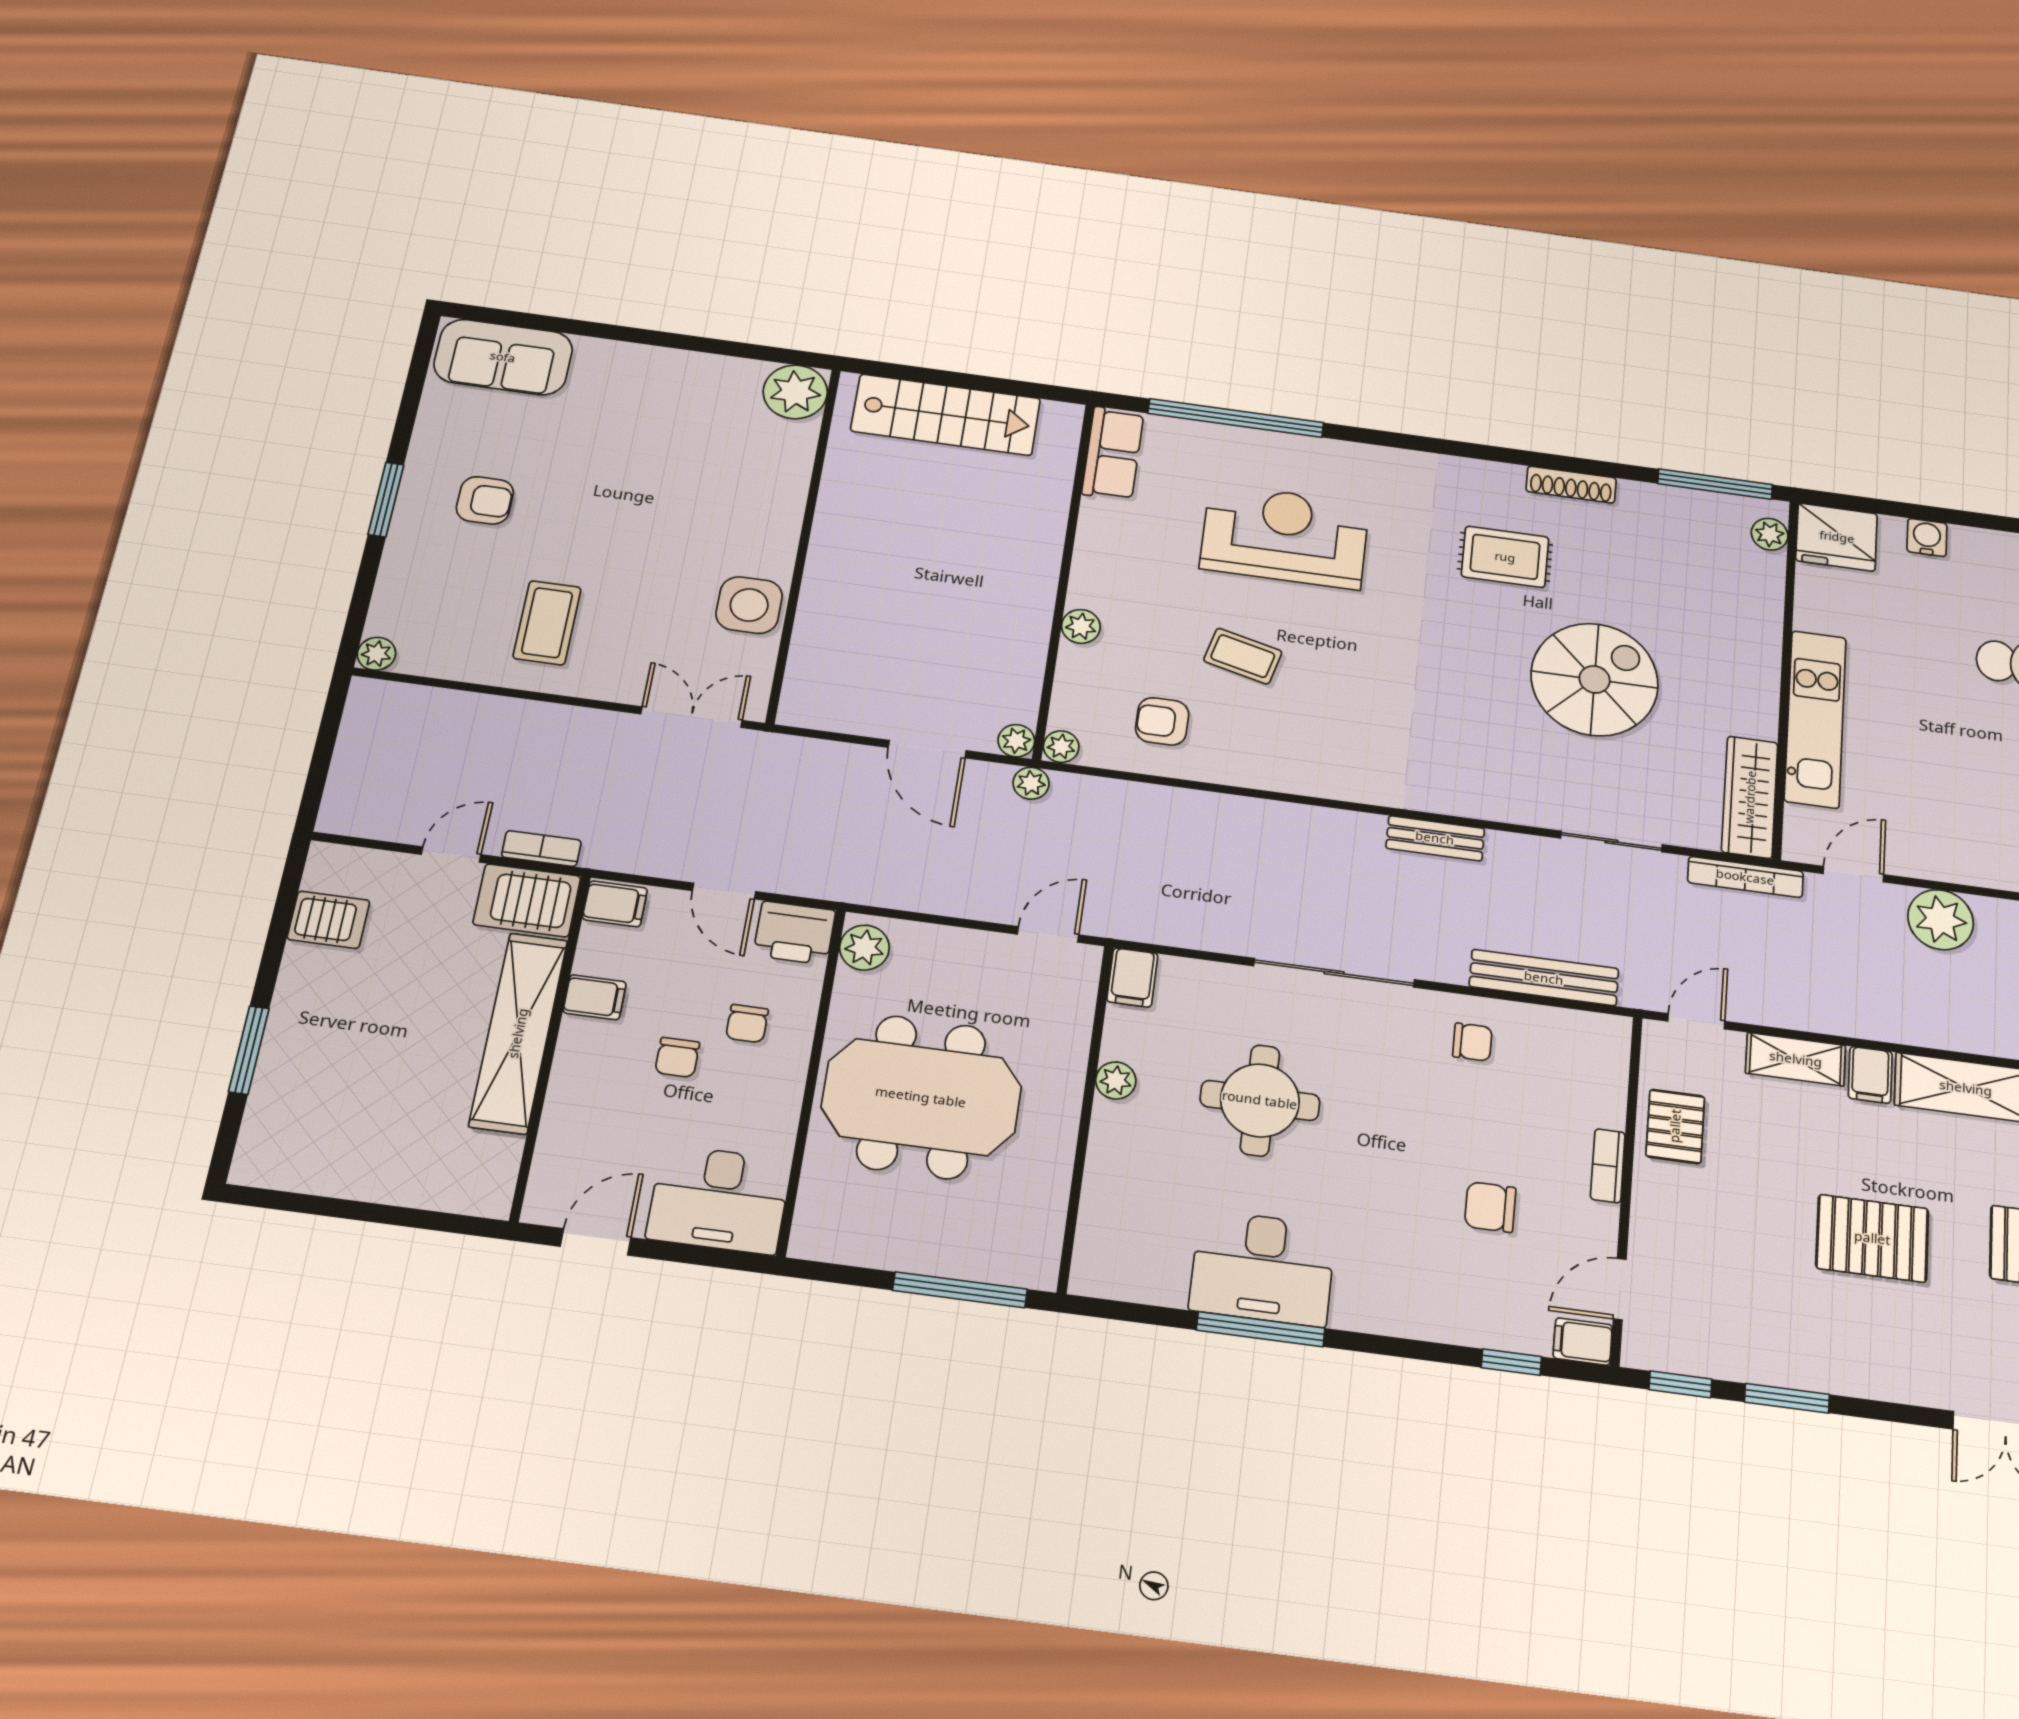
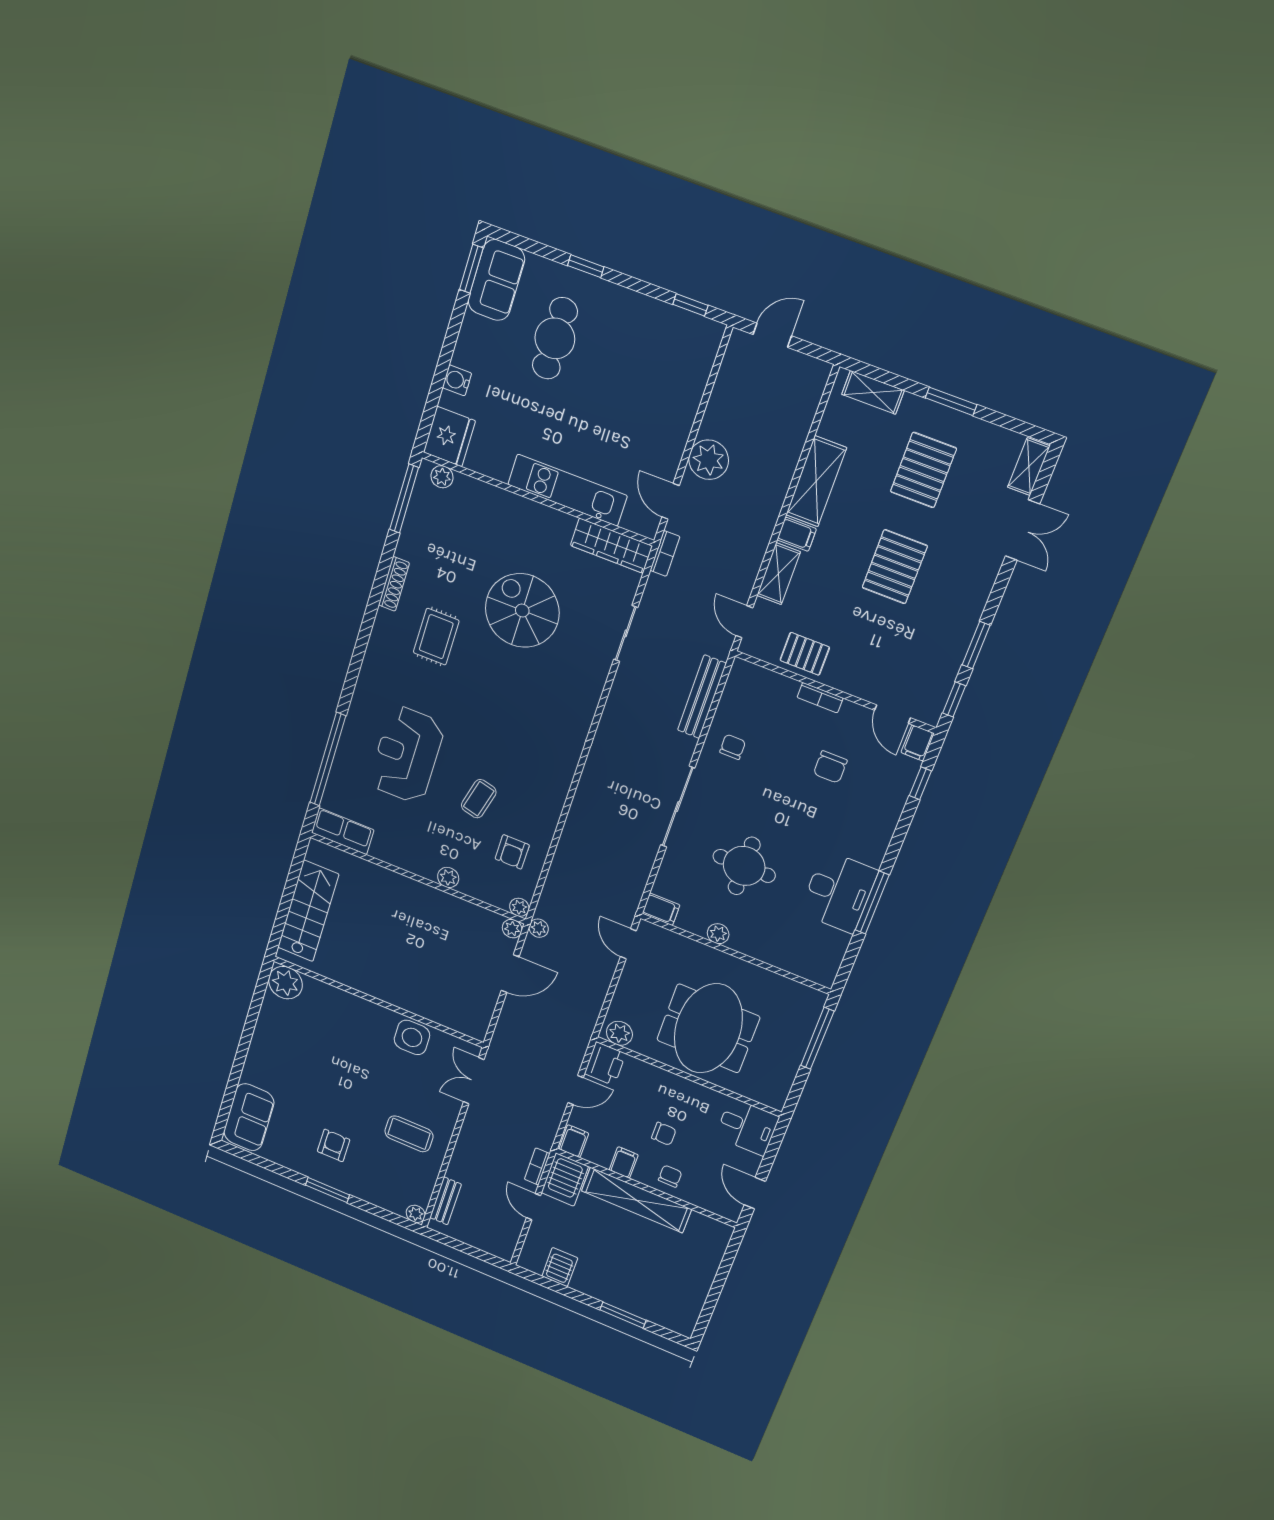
bench: (1435, 838) -> (446, 1201), moved
bookcase: (1745, 877) -> (665, 553), width x0.64
chair: (747, 1024) -> (670, 1176), moved, turned -90
desk: (719, 1199) -> (747, 1127), width x0.73

